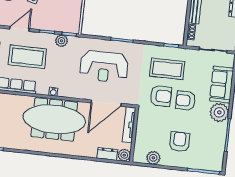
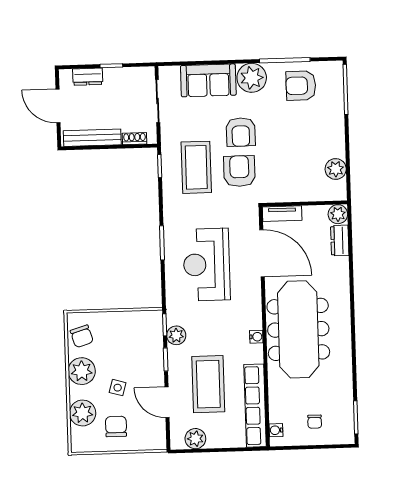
reception desk: (104, 67) -> (207, 265), turned 180
tv unit: (129, 125) -> (282, 214), width x0.71
armchair: (180, 142) -> (301, 86), moved

